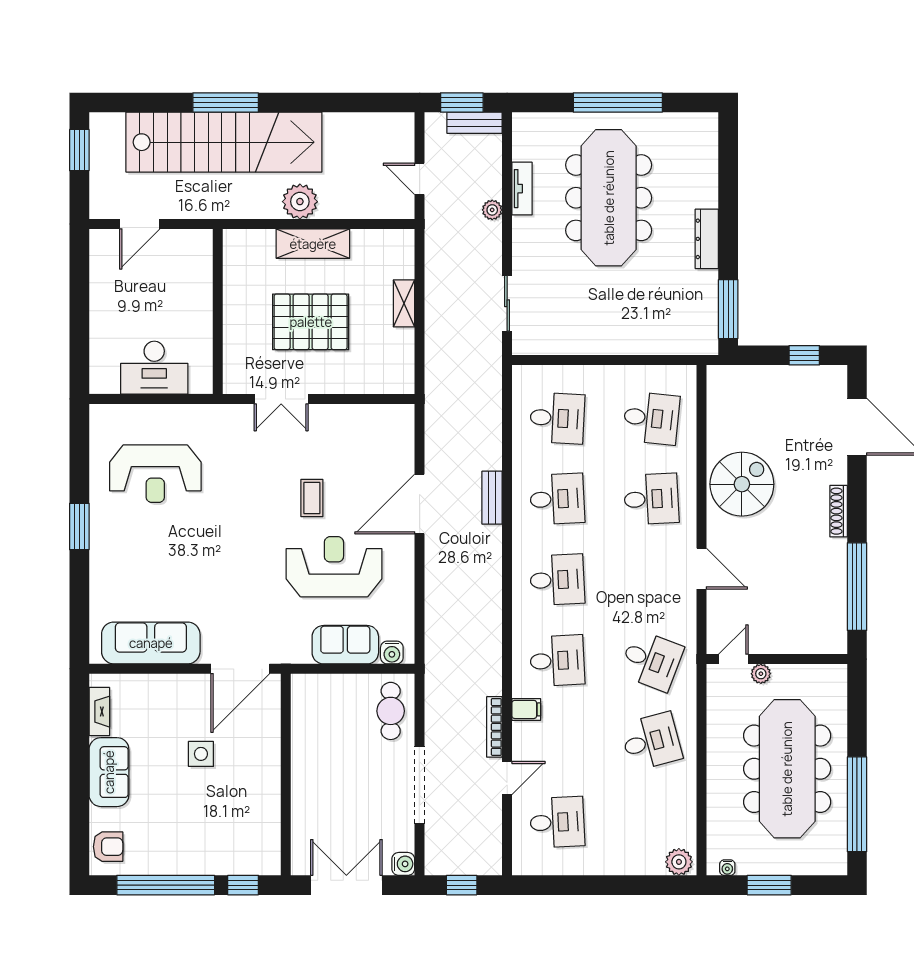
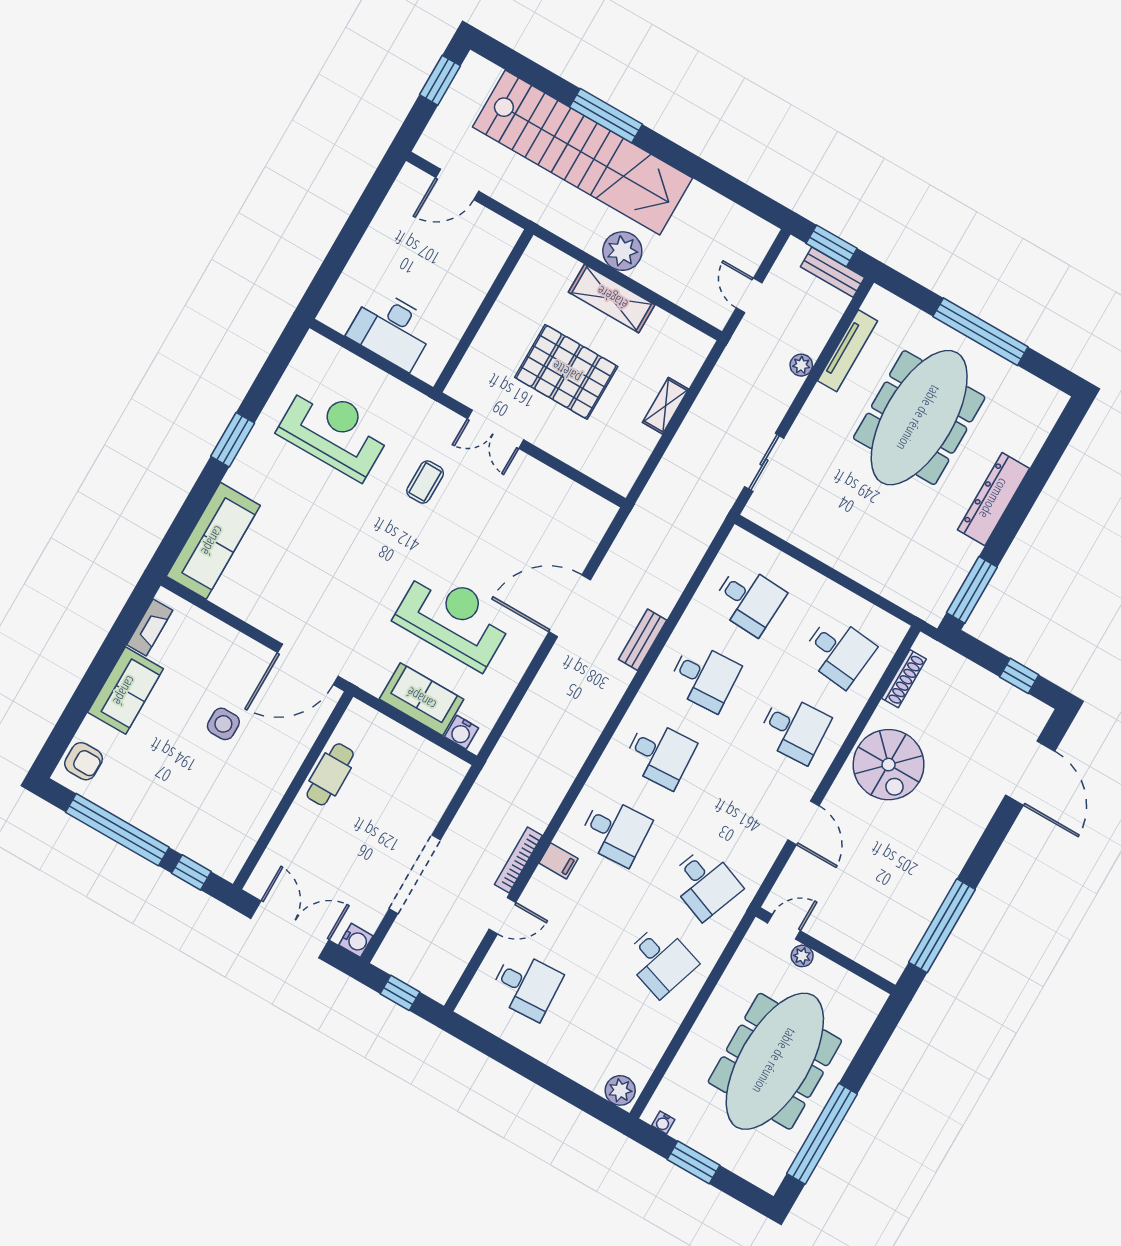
tv unit: (522, 189) -> (847, 351), width x1.41
dresser: (707, 239) -> (994, 499), width x1.37, depth x1.24
reception desk: (155, 474) -> (334, 431), turned 180
spiral stairs: (742, 484) -> (889, 765), turned 90
coffee table: (312, 498) -> (425, 482), moved
shoe rack: (839, 511) -> (904, 679), moved, turned 180
sofa: (151, 643) -> (213, 541), moved, turned 90
cafe table: (391, 711) -> (330, 774), moved
desk: (651, 741) -> (660, 960), turned 33

